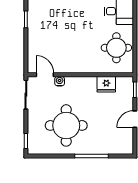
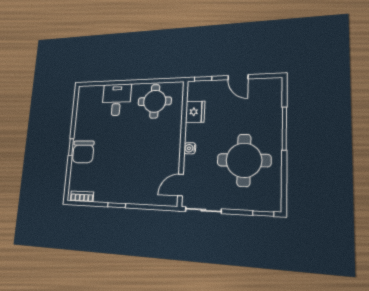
water cooler: (60, 81) -> (190, 148), moved

